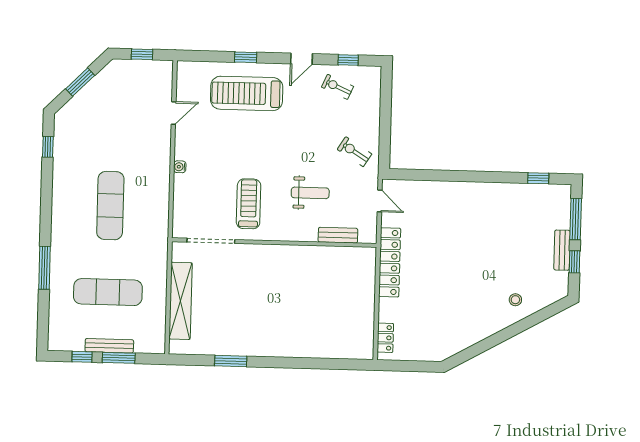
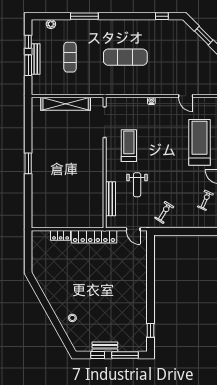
door: (380, 201) -> (133, 229), hinge flipped
treadmill: (249, 204) -> (129, 146), turned -90
bench: (338, 235) -> (110, 199), width x1.36
exercise mat: (108, 292) -> (70, 57), width x0.73, depth x0.69
plant: (55, 320) -> (51, 24), added
locker: (385, 338) -> (61, 235), moved
window: (231, 361) -> (28, 163), moved

